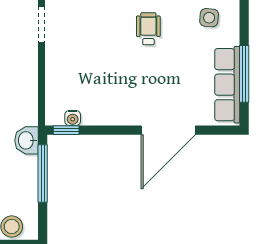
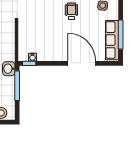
door: (168, 130) -> (82, 63), swing flipped

